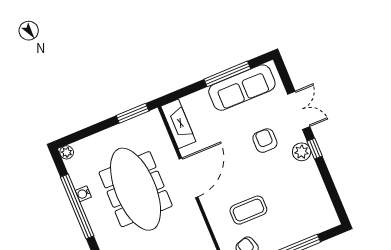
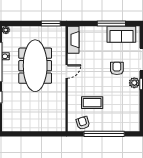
sofa: (242, 88) -> (121, 34), width x0.73
door: (189, 178) -> (67, 71), width x0.53

